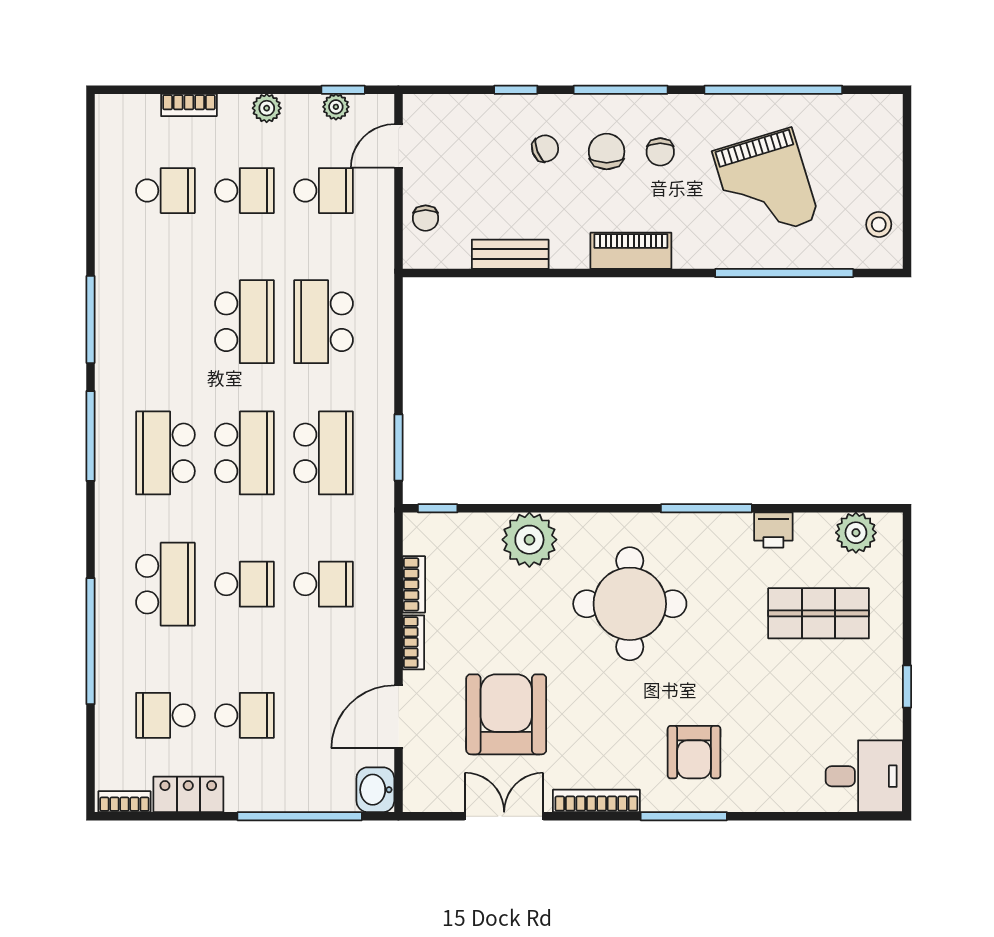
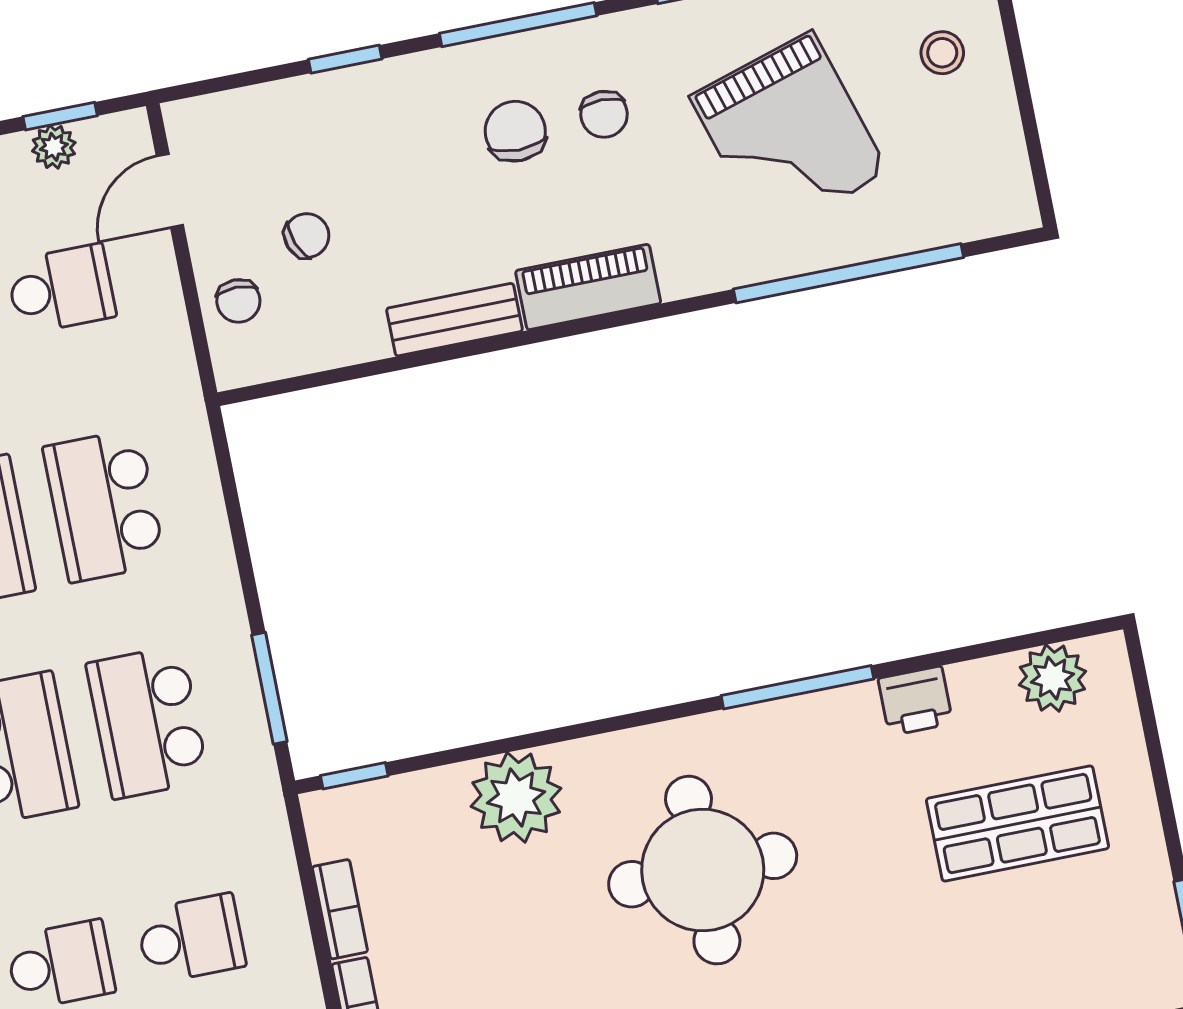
chair: (545, 149) -> (307, 236), moved
stool: (879, 224) -> (942, 53), moved
bench: (510, 254) -> (455, 320), moved
school desk: (324, 453) -> (148, 722), turned 180

